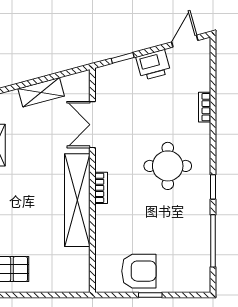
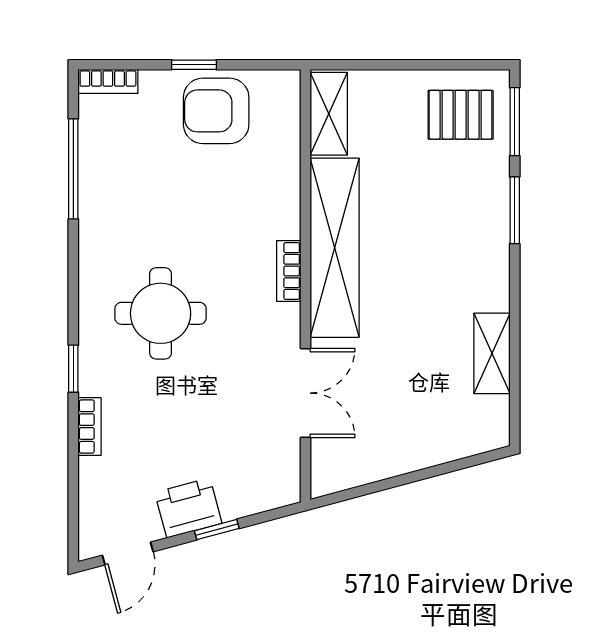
window: (123, 58) -> (217, 530), moved
shelving: (41, 92) -> (329, 114), moved, turned -75
window: (213, 187) -> (73, 369), moved
bookcase: (195, 286) -> (108, 81), added

